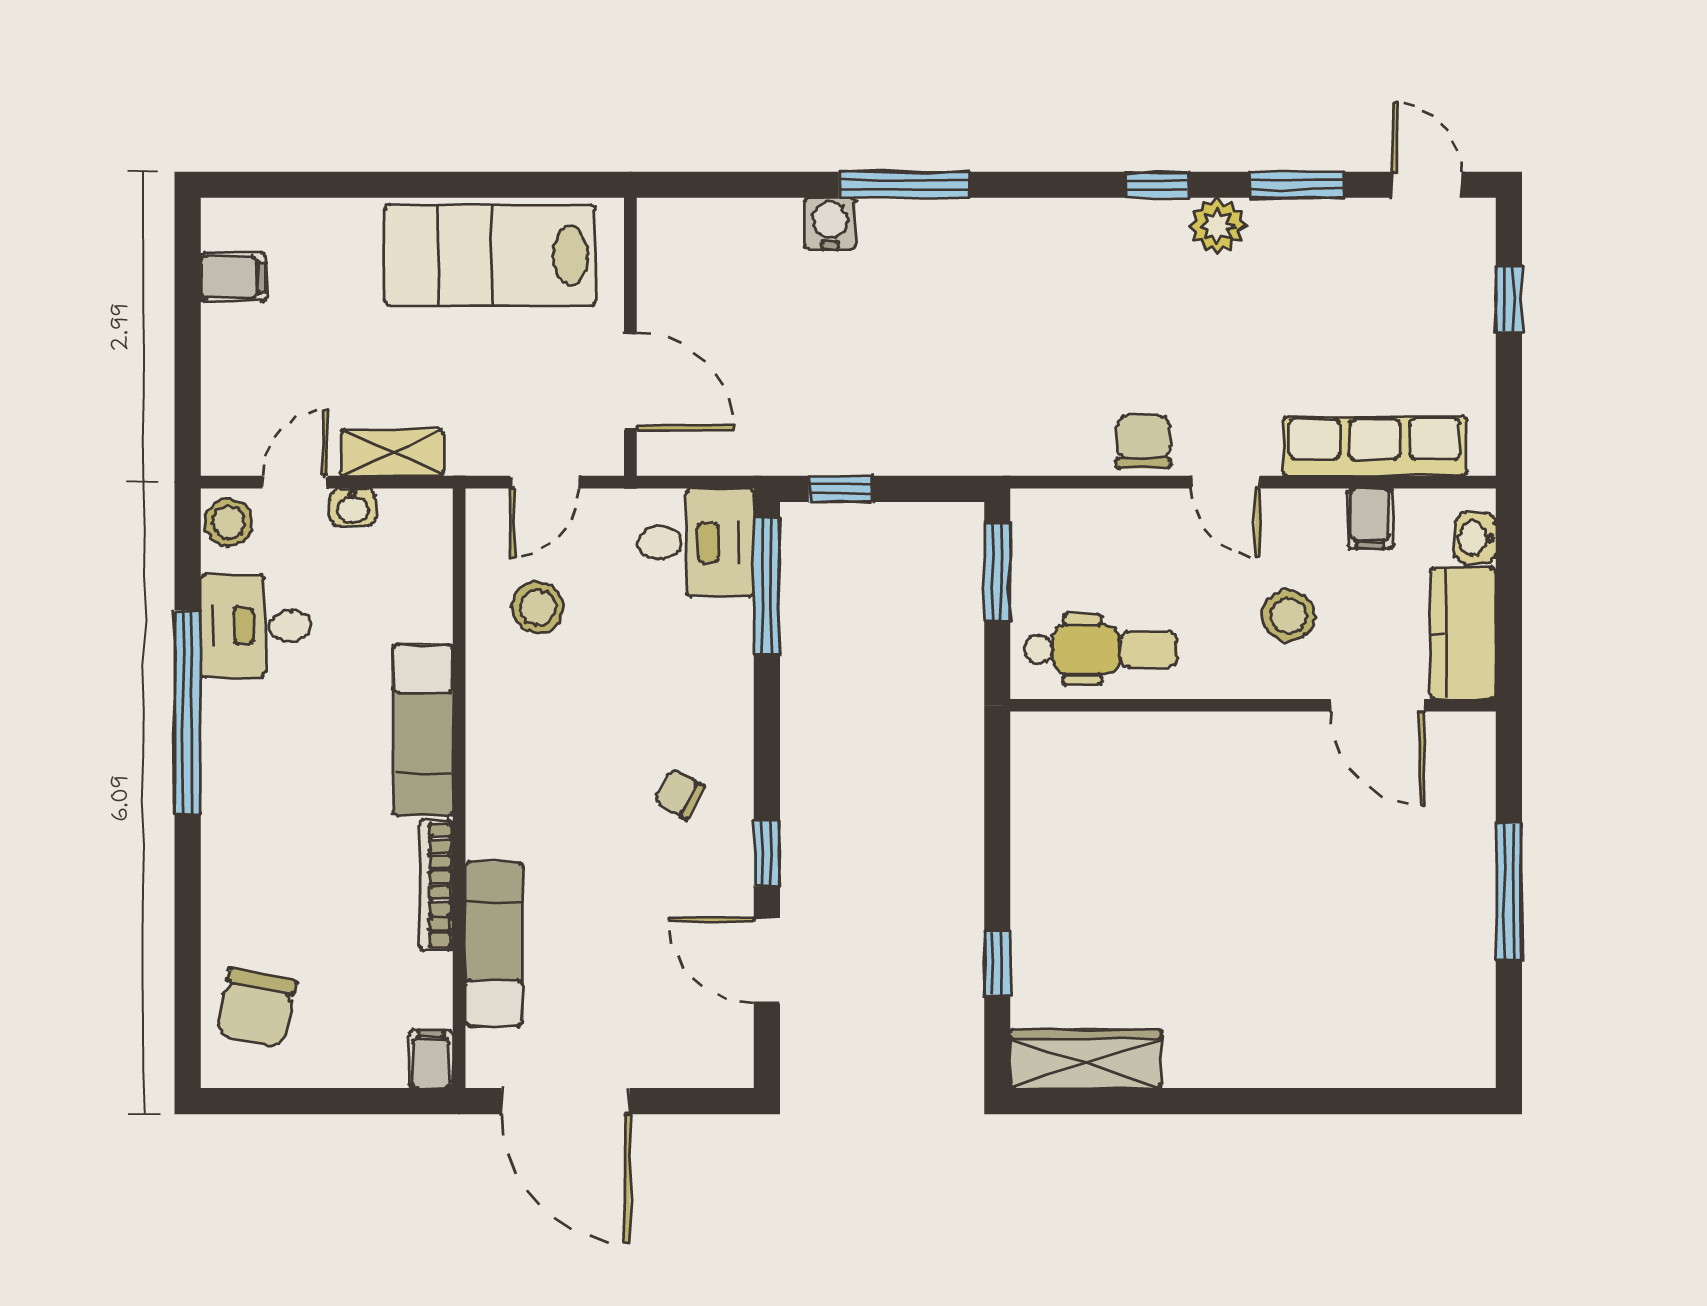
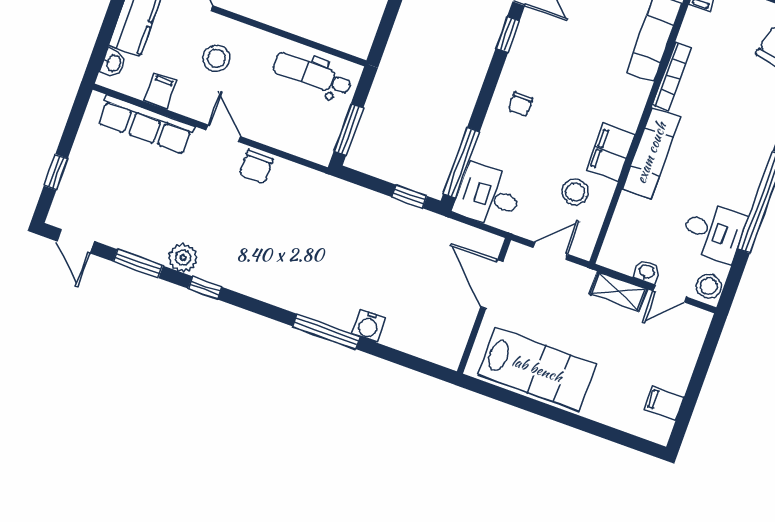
filing cabinet: (498, 704) -> (611, 152), added
chair: (679, 794) -> (520, 104), moved, turned 61

